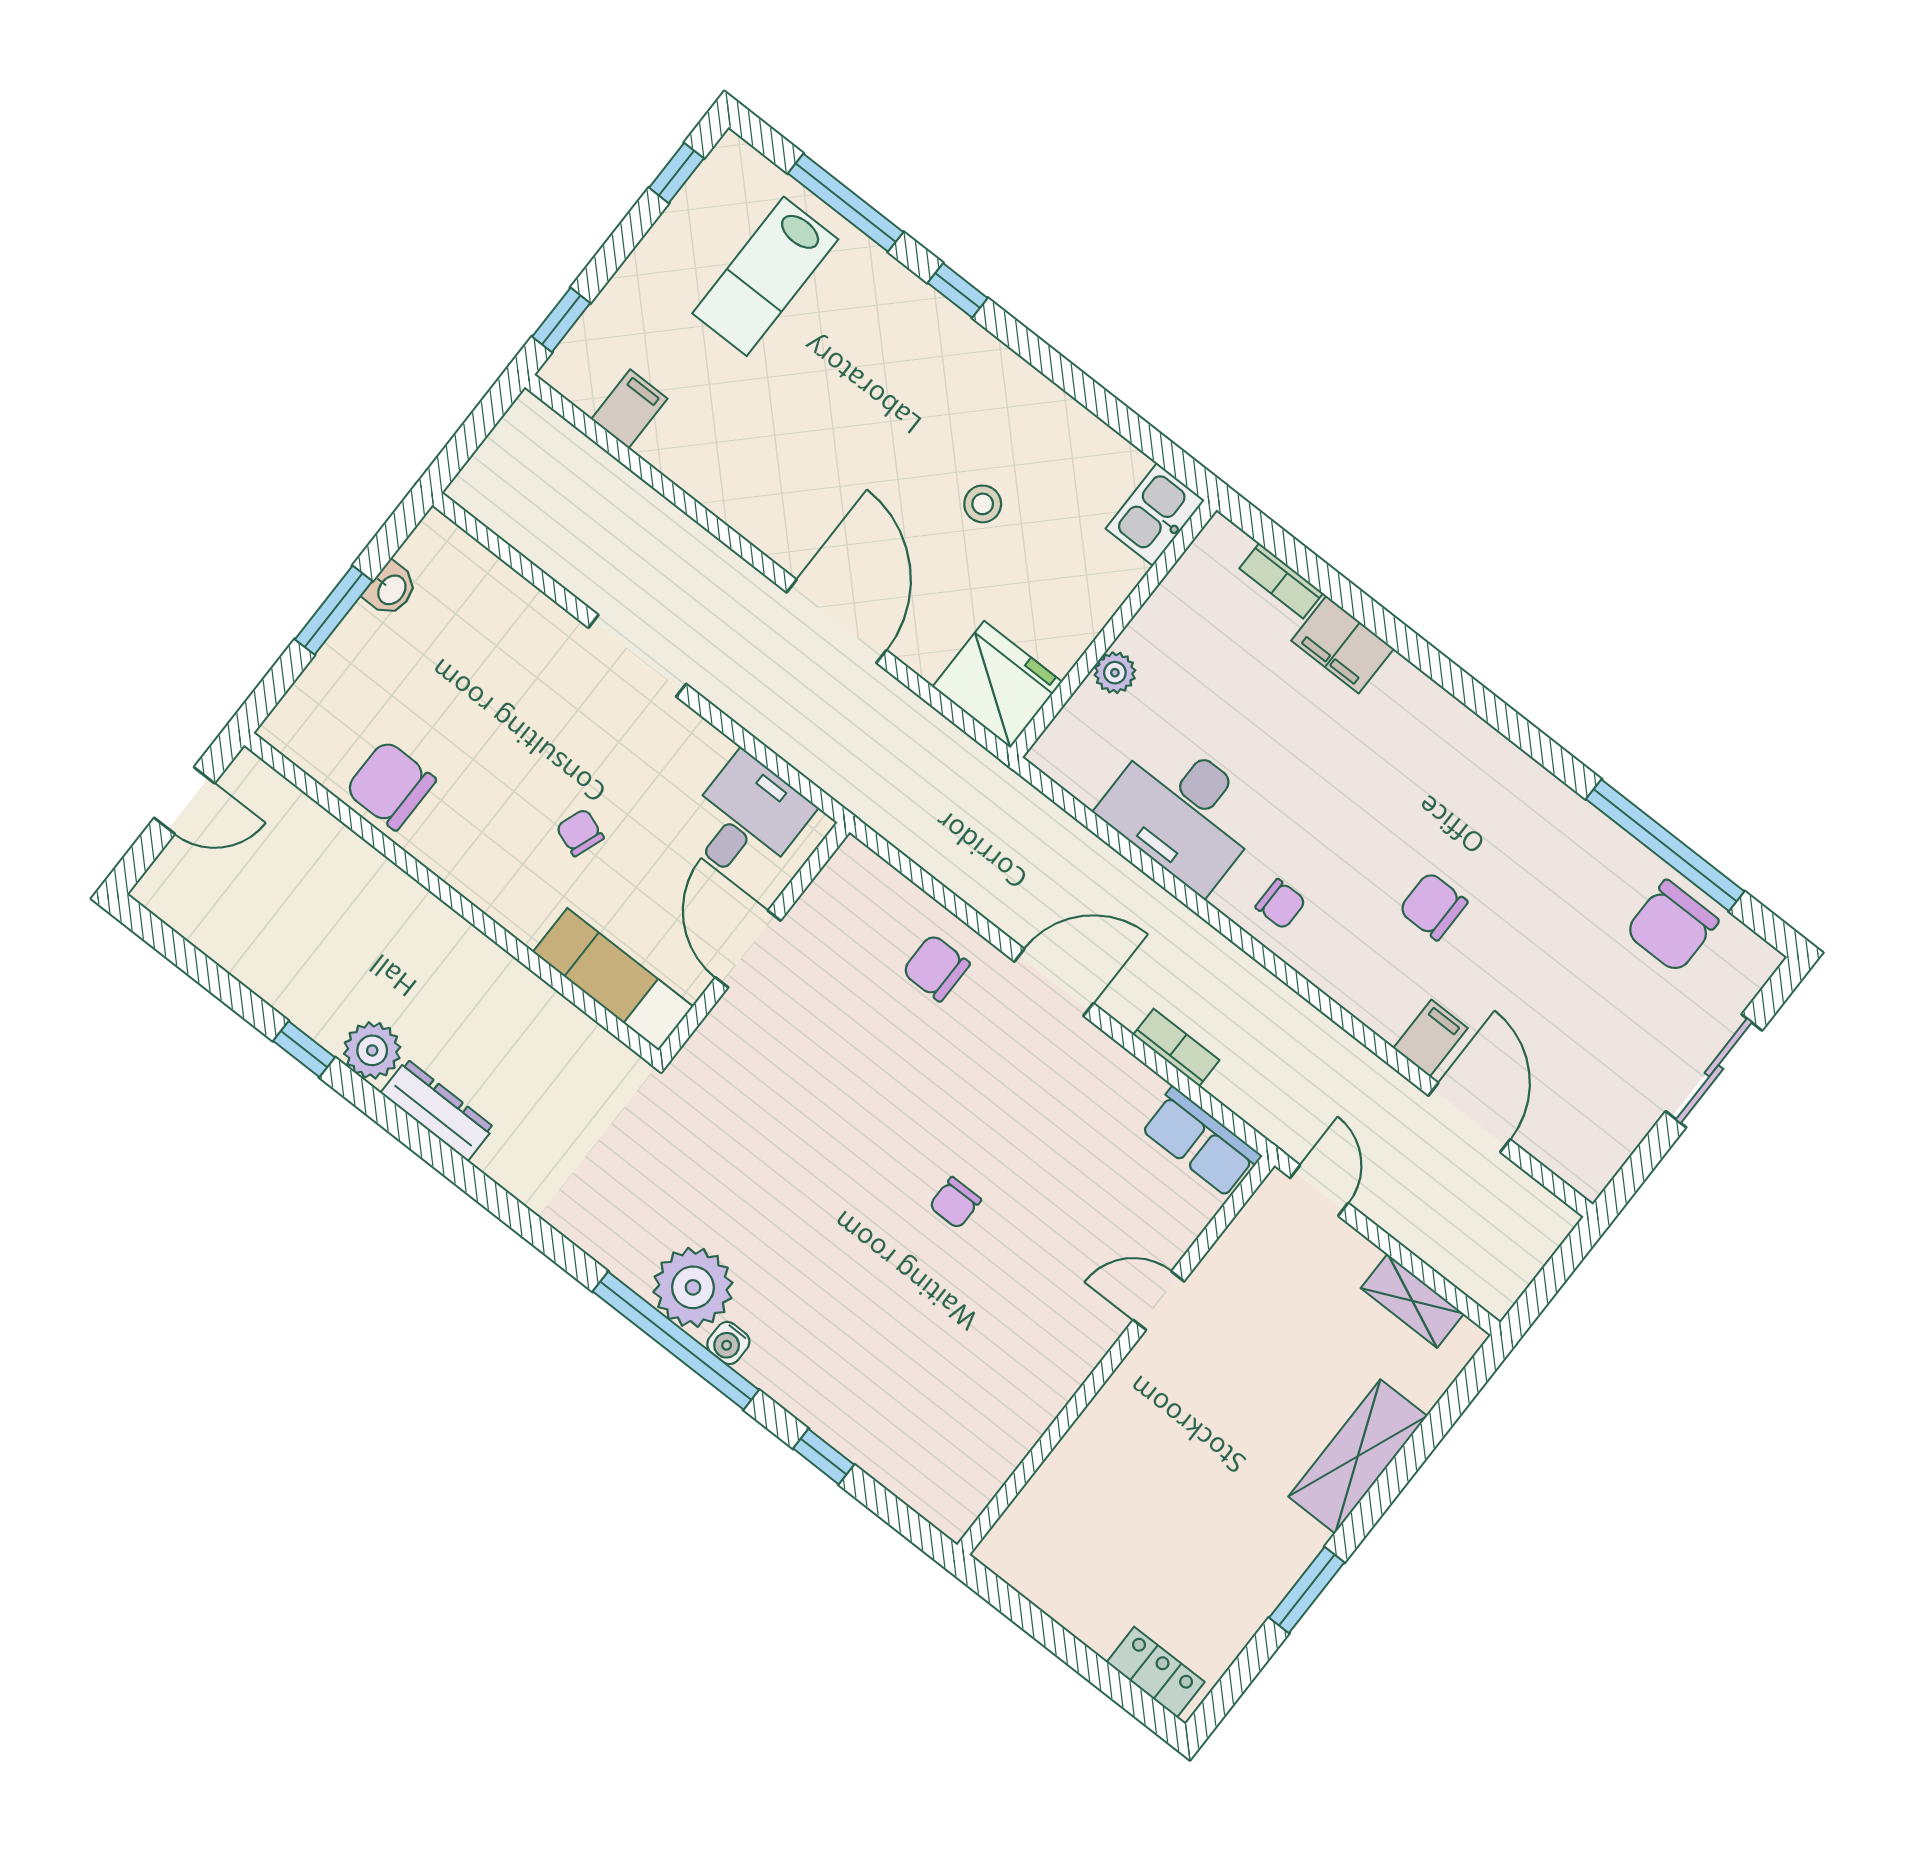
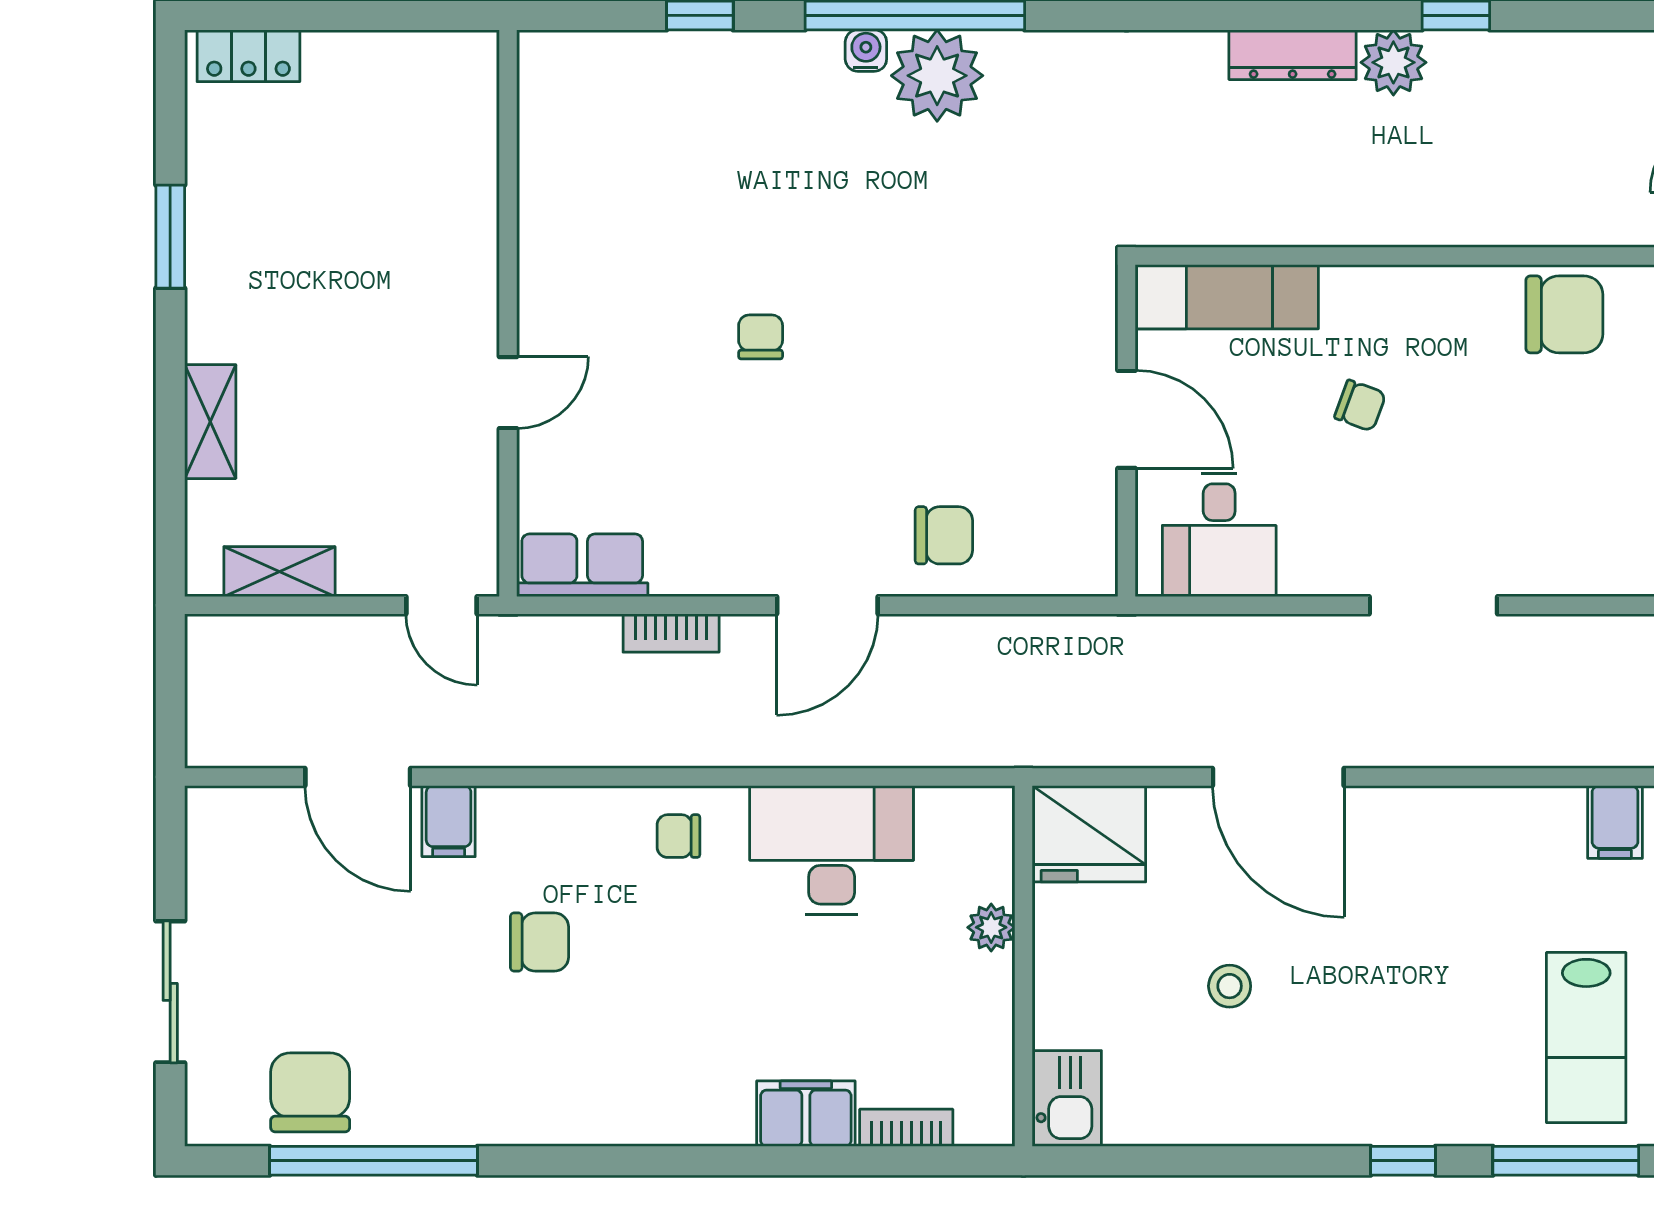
lab bench: (765, 276) -> (1586, 1038), turned 180
shelving: (1358, 1456) -> (210, 422), width x0.67, depth x0.75

